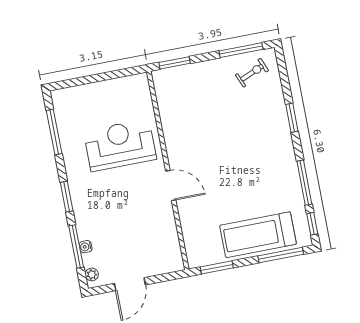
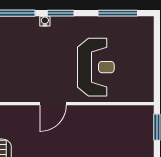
water cooler: (86, 247) -> (45, 21), moved

